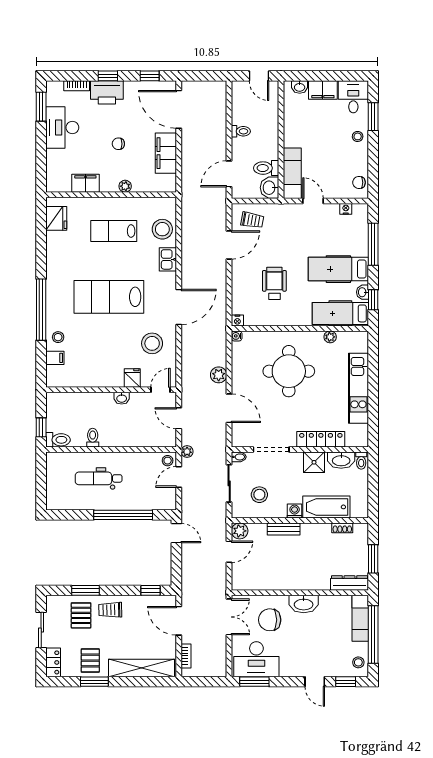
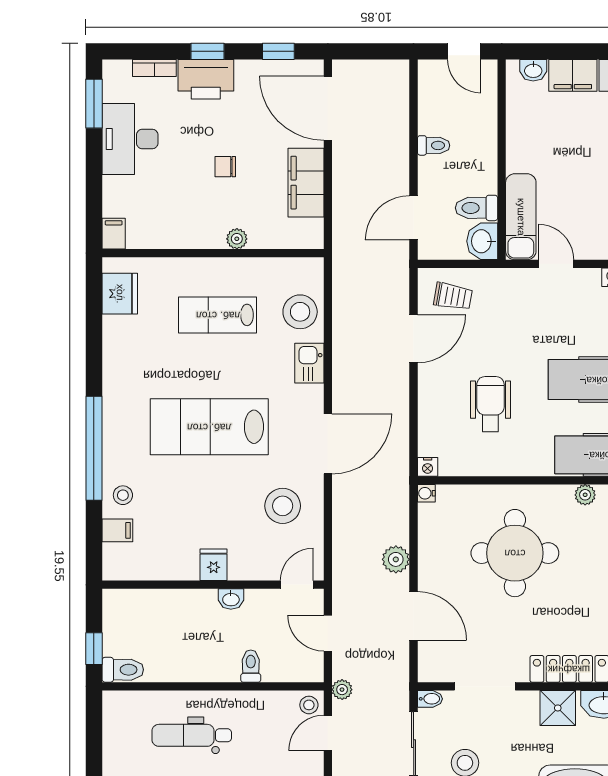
filing cabinet: (85, 183) -> (114, 234), moved, width x0.50
fridge: (132, 378) -> (214, 565), moved
toilet: (93, 438) -> (251, 666), moved

